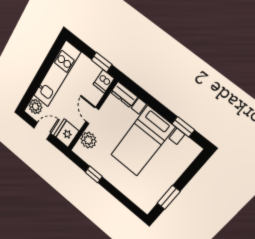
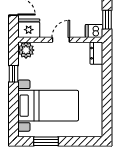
window: (183, 127) -> (107, 112), removed
plant: (88, 140) -> (26, 50), moved
bed with nightstands: (142, 141) -> (48, 106), moved, turned 180

